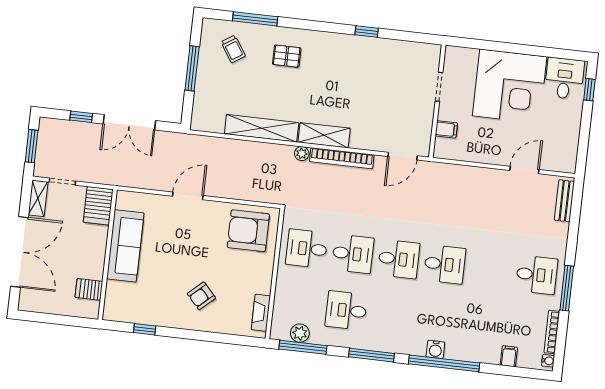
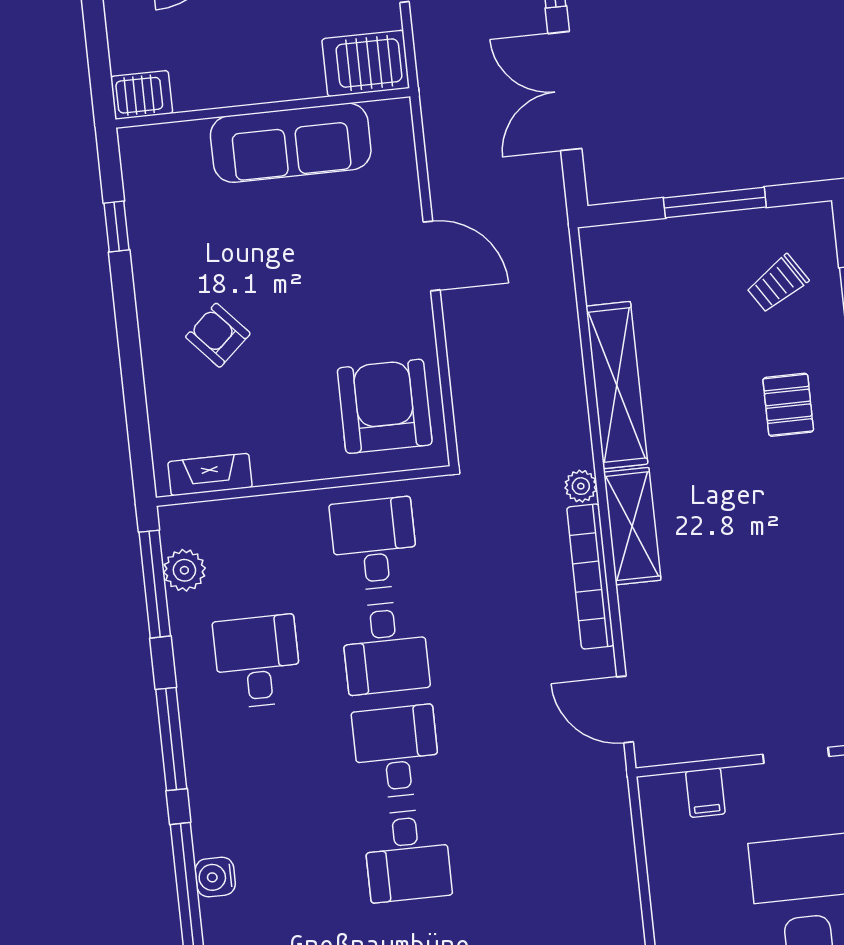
desk: (399, 259) -> (396, 752), turned 180
server rack: (89, 289) -> (142, 95), moved, turned 90

